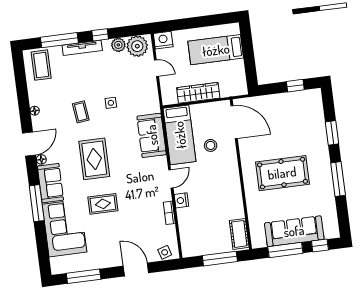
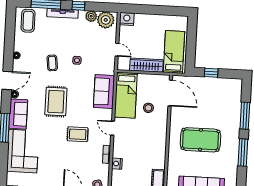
bed: (216, 50) -> (174, 52), moved, turned 90
door: (156, 68) -> (117, 50), moved
window: (295, 86) -> (211, 73), moved
window: (332, 133) -> (245, 116), width x1.44
door: (171, 179) -> (113, 128), swing flipped
nightstand: (181, 200) -> (117, 164), moved
rug: (103, 204) -> (78, 134), moved

